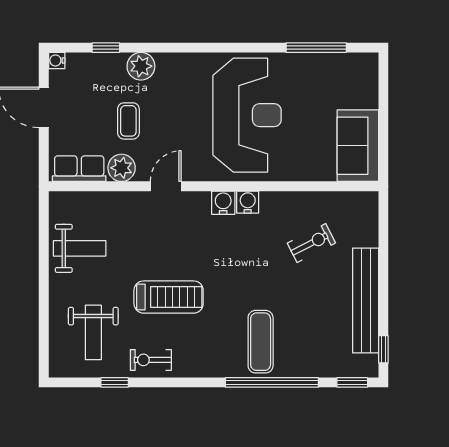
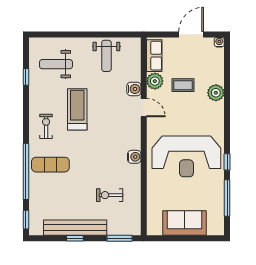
window: (106, 48) -> (227, 162), moved
sofa: (358, 146) -> (184, 223), moved
water cooler: (223, 203) -> (134, 89), moved
window: (383, 227) -> (119, 238), added
exercise bike: (311, 243) -> (110, 195), turned 117
treadmill: (169, 297) -> (77, 109), turned 180
window: (383, 349) -> (75, 238), moved
exercise bike: (151, 360) -> (46, 126), moved

